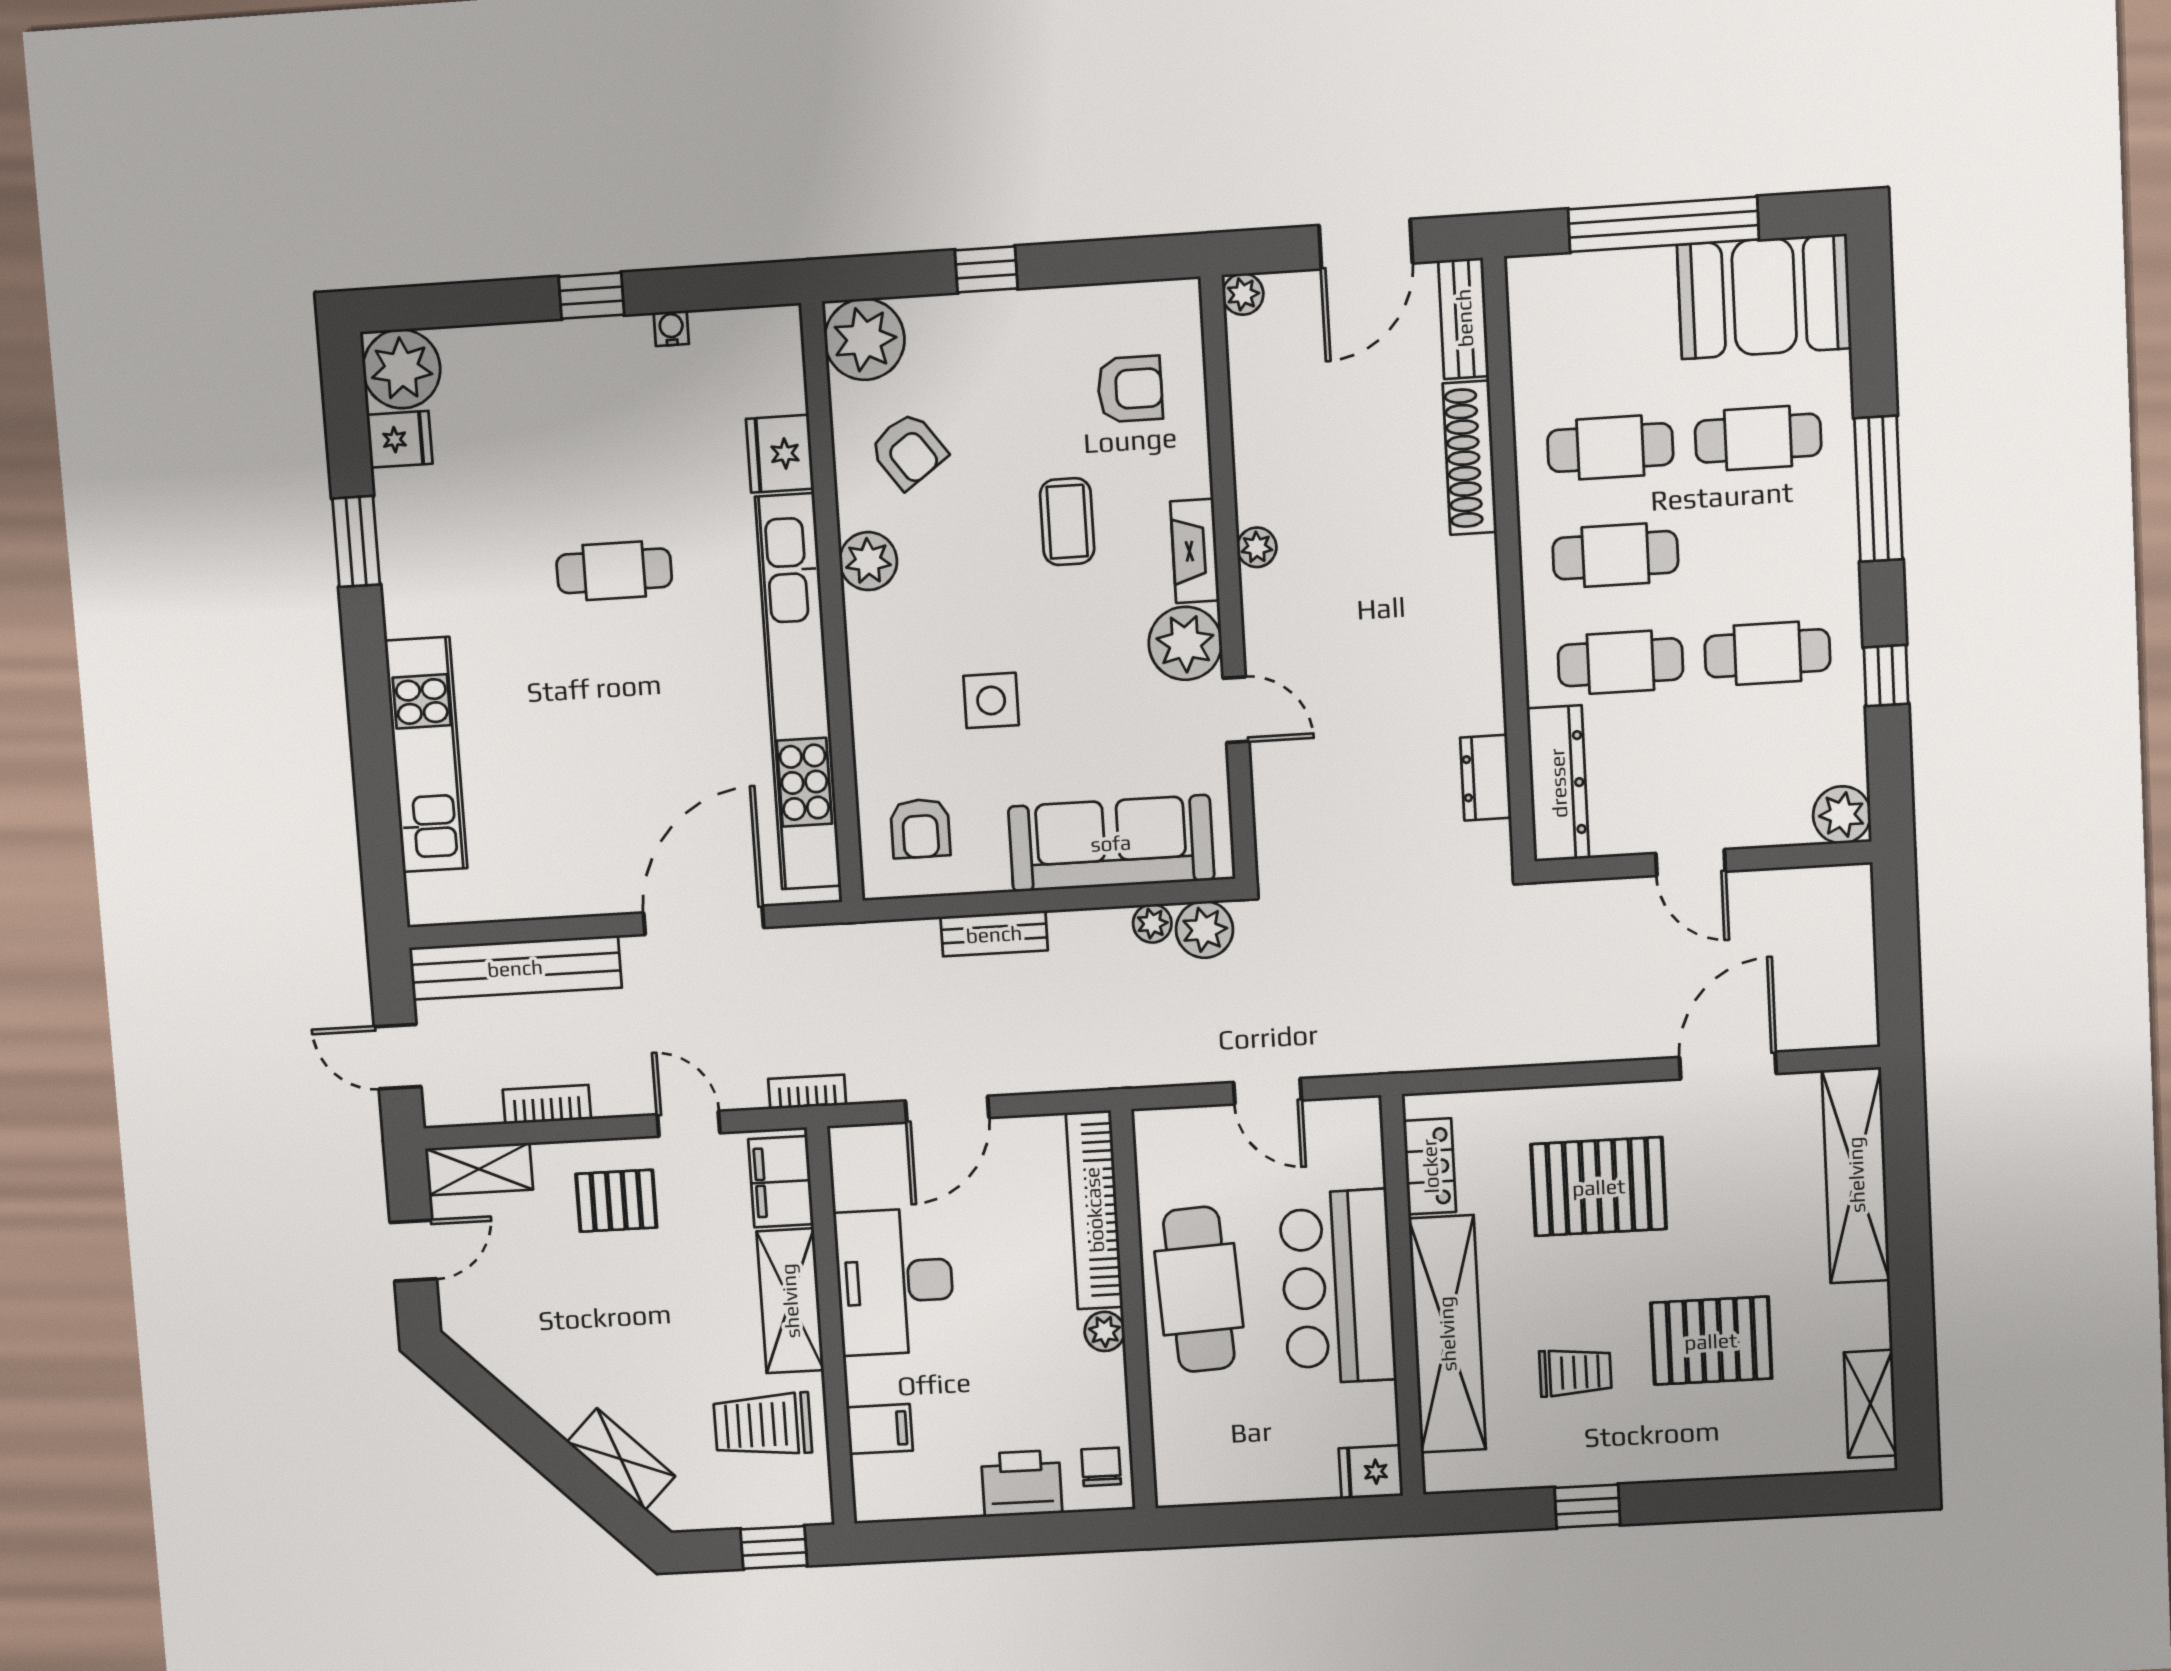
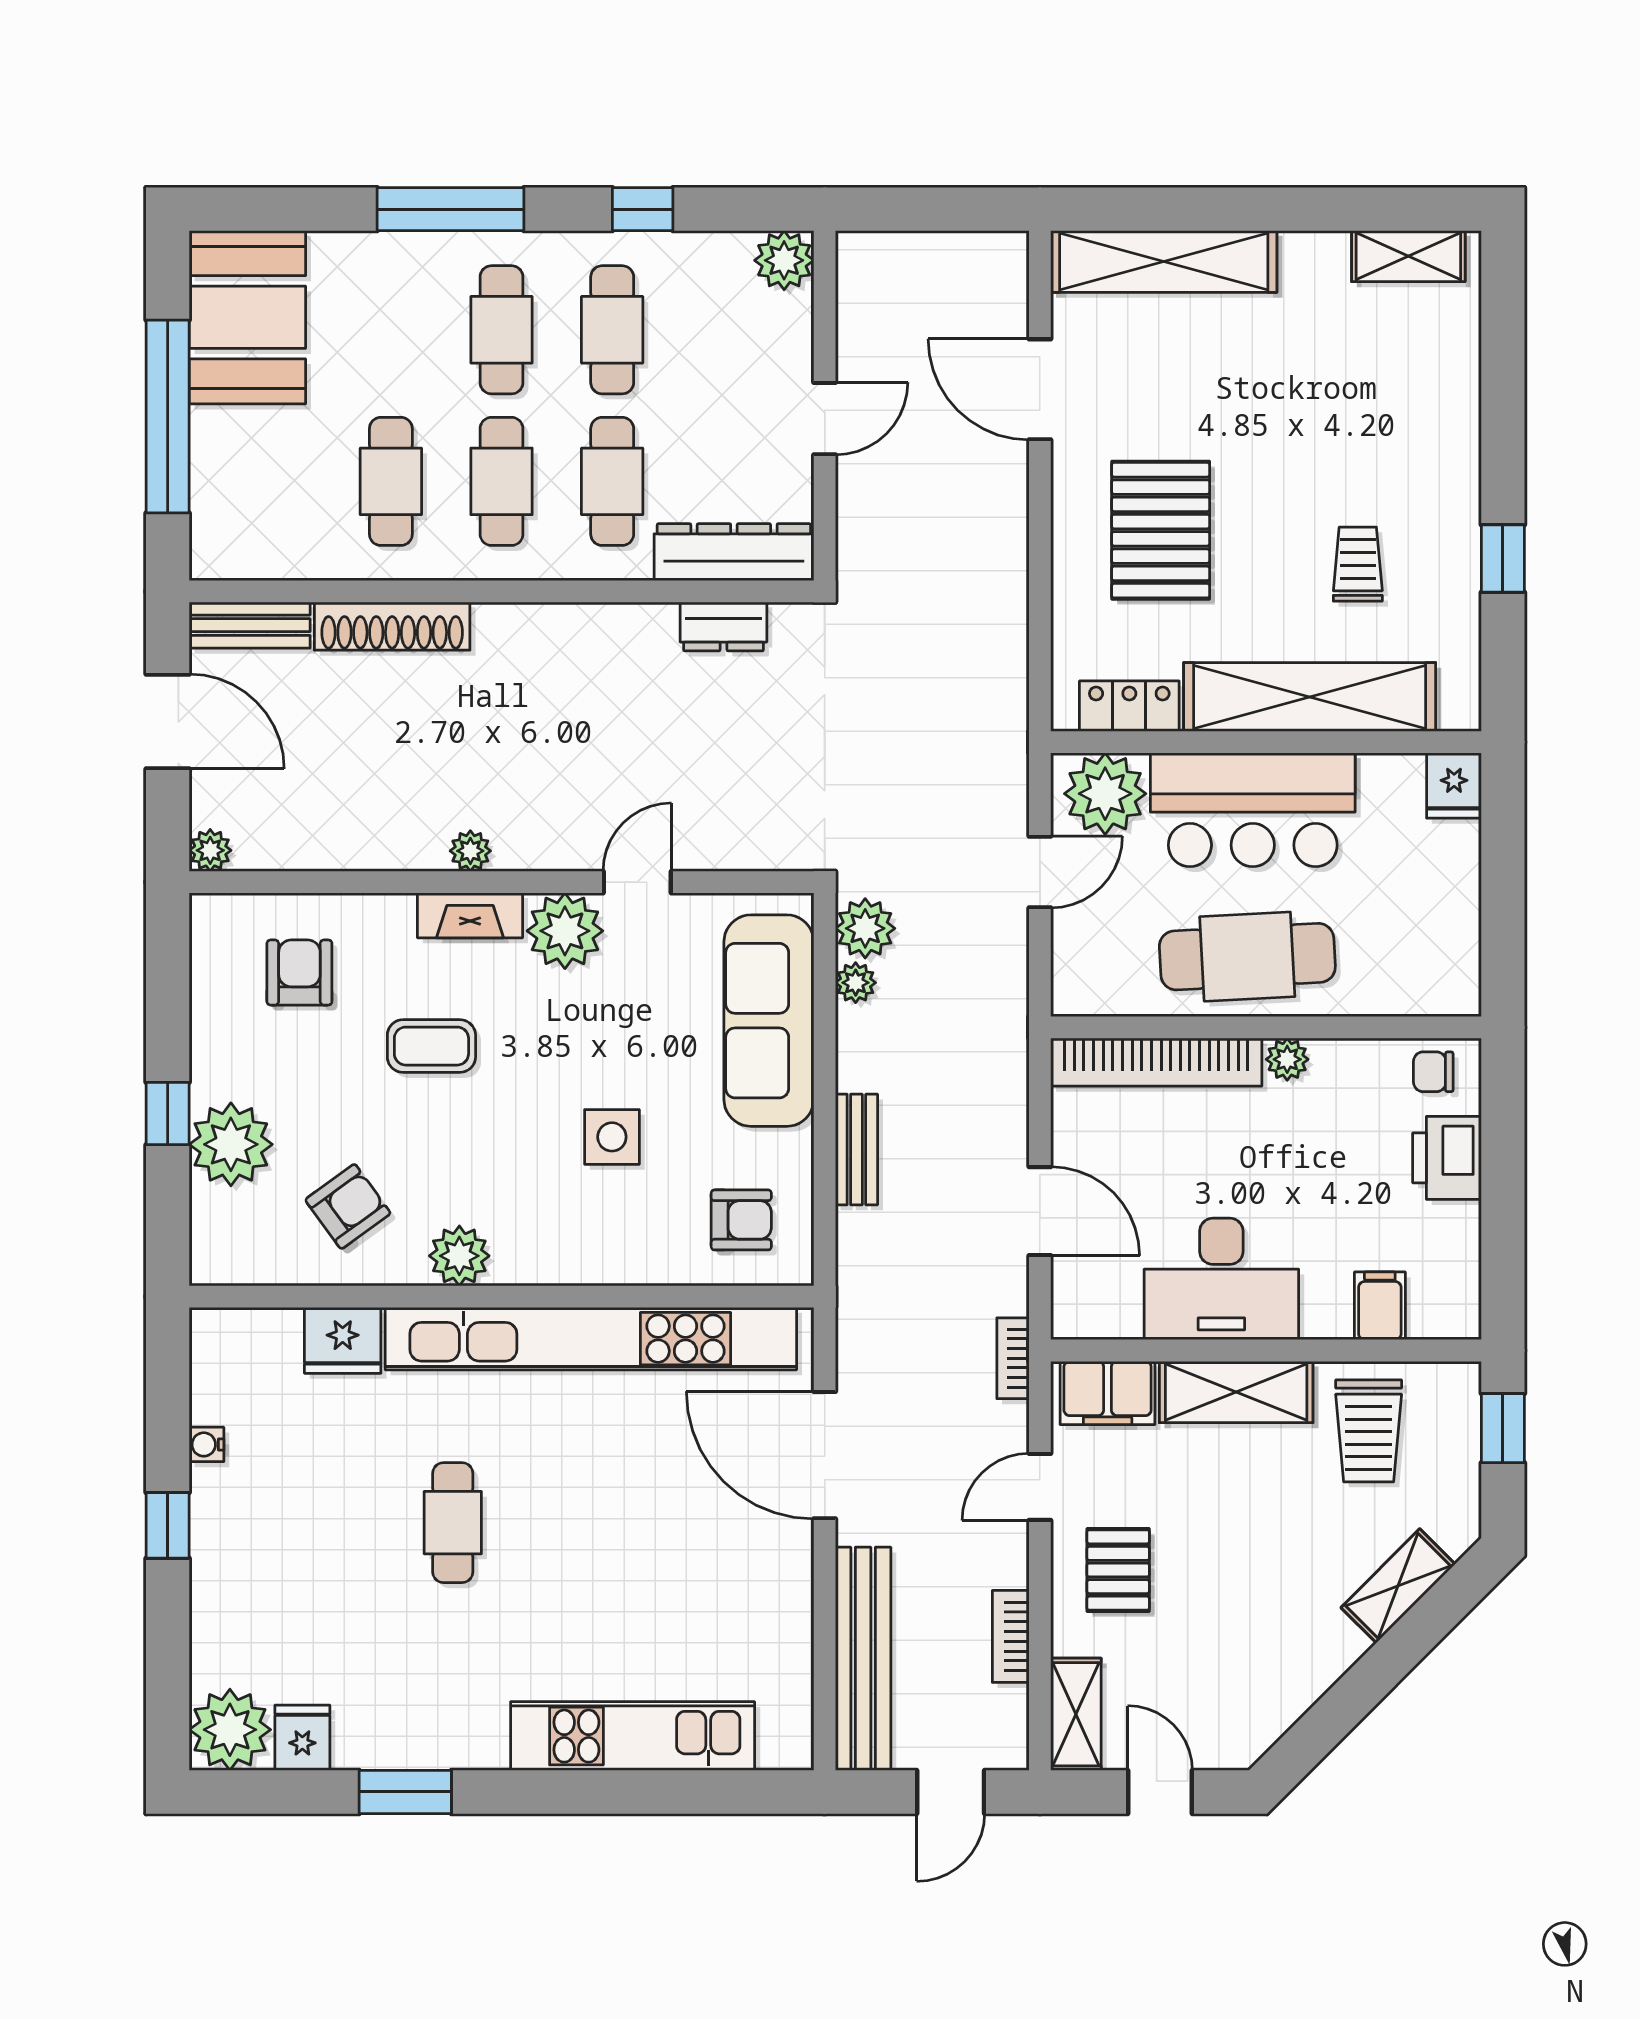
plant: (864, 339) -> (231, 1144), moved
cafe table: (1758, 438) -> (502, 330), moved
plant: (1345, 1148) -> (1105, 794), added
pallet: (1711, 1341) -> (1332, 420), removed

